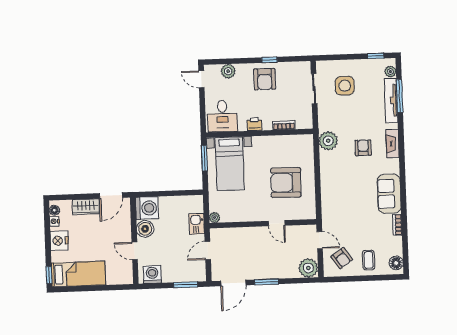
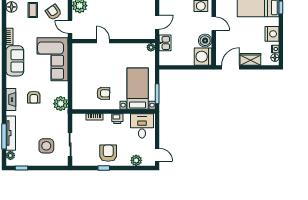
armchair: (286, 183) -> (103, 93), moved, width x0.53, depth x0.53
corner sofa: (341, 198) -> (53, 59), added

